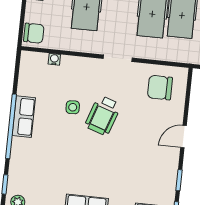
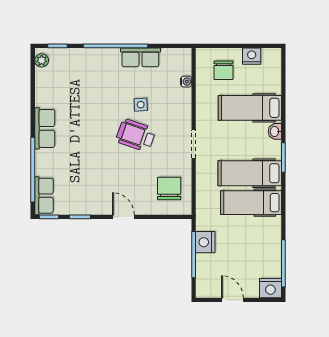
chair: (34, 33) -> (224, 70), moved
row of seats: (24, 117) -> (140, 57), moved

